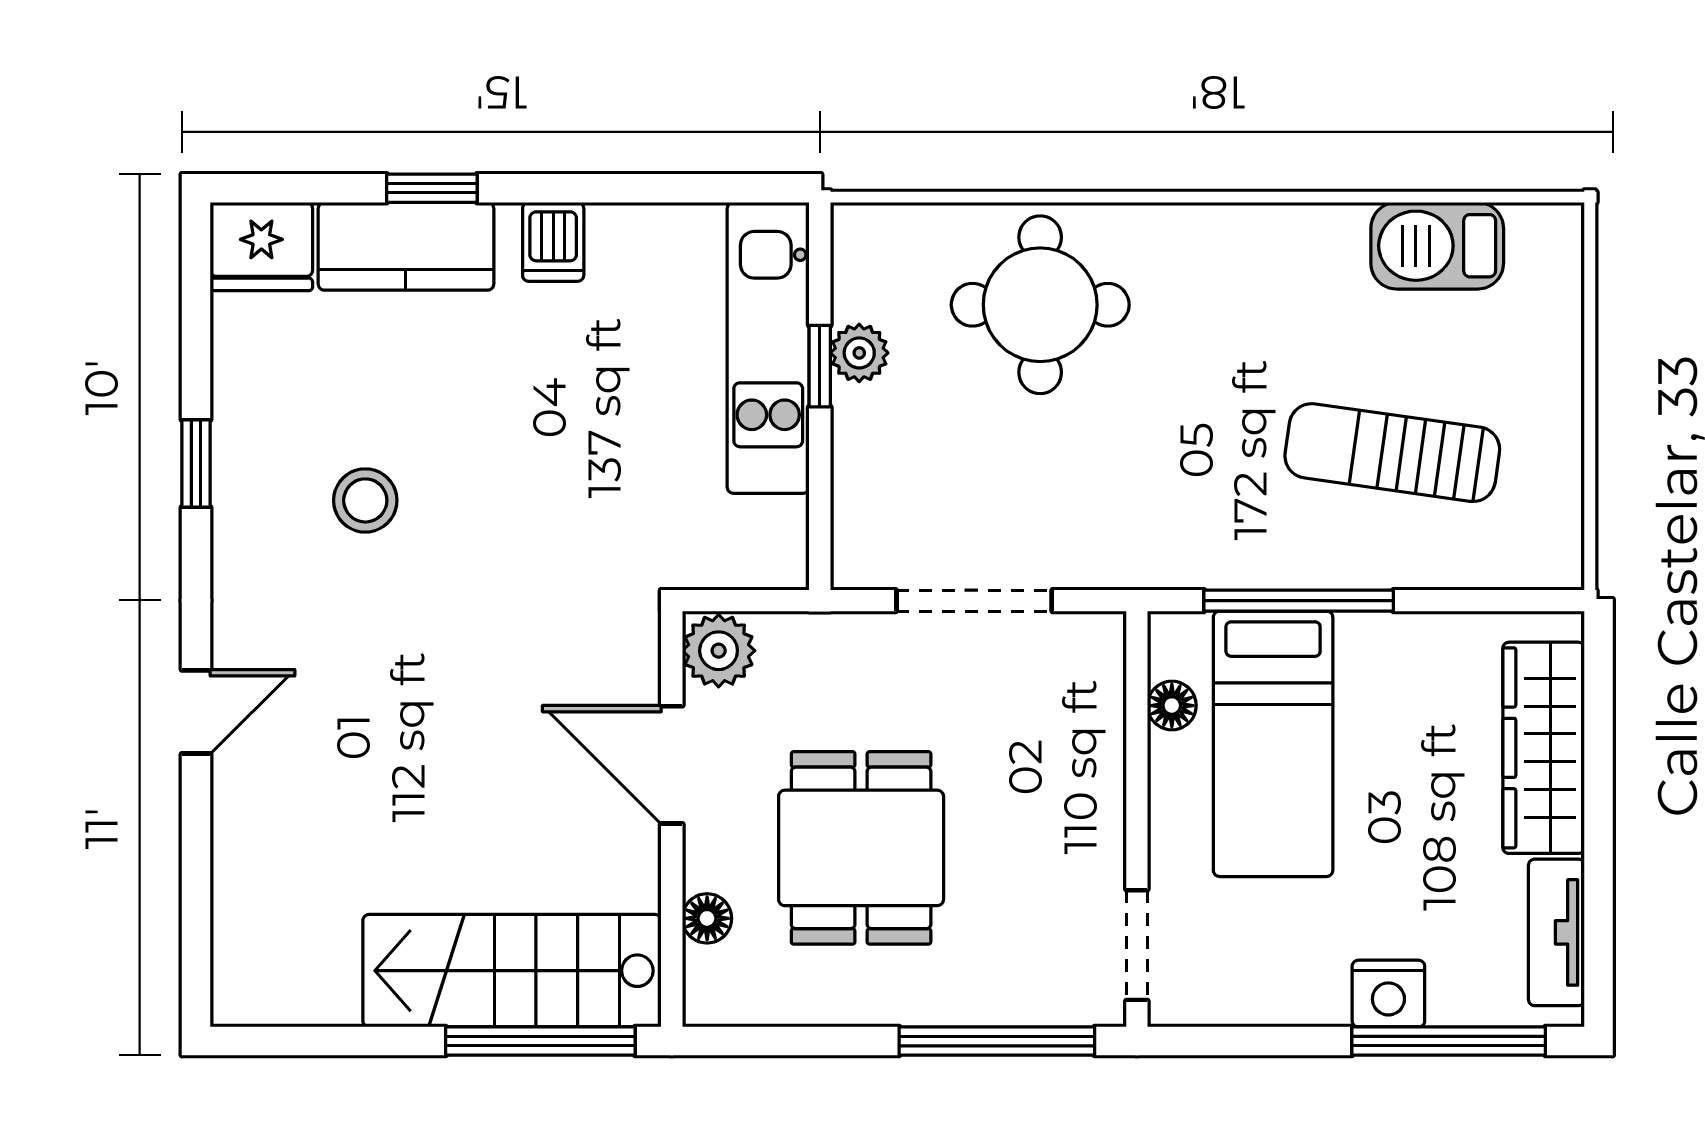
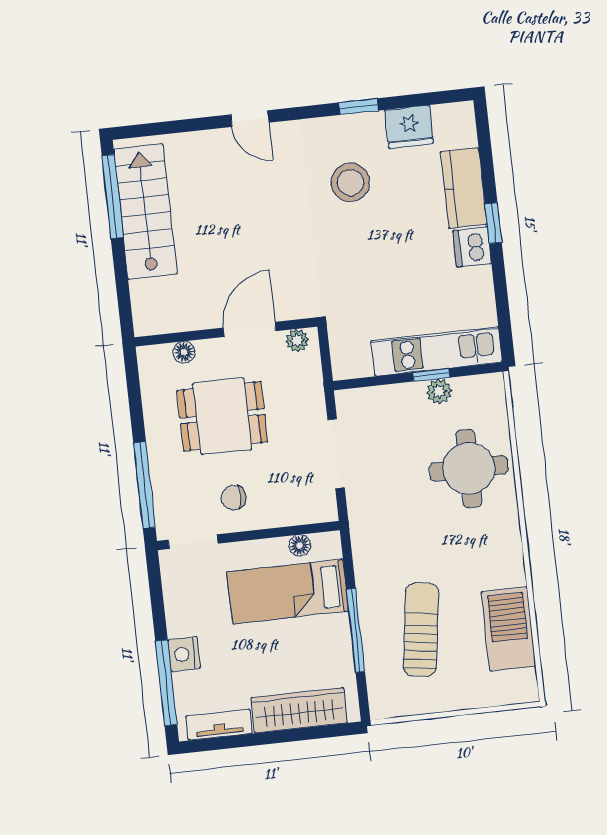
window: (432, 188) -> (493, 223), moved
dishwasher: (553, 242) -> (472, 247), width x1.38
fridge: (261, 246) -> (409, 127), moved, turned -90
barbecue: (1437, 246) -> (509, 629), width x1.37, depth x1.21
stool: (365, 500) -> (350, 182), width x1.38, depth x1.38
window: (1299, 601) -> (356, 630), moved
plant: (719, 651) -> (297, 340), width x0.73, depth x0.73
chair: (1047, 843) -> (234, 498), added
stairs: (512, 971) -> (145, 212), moved
window: (540, 1041) -> (113, 197), moved

